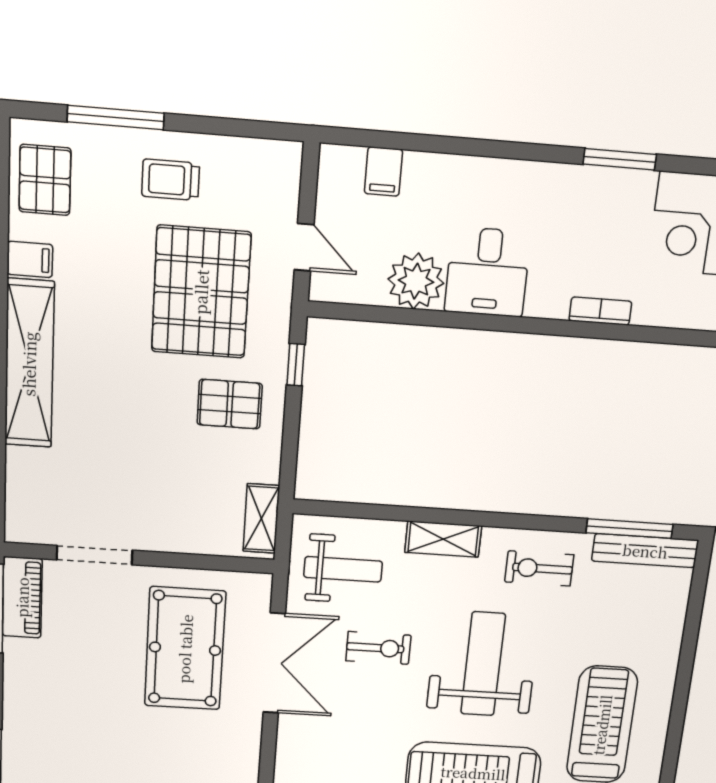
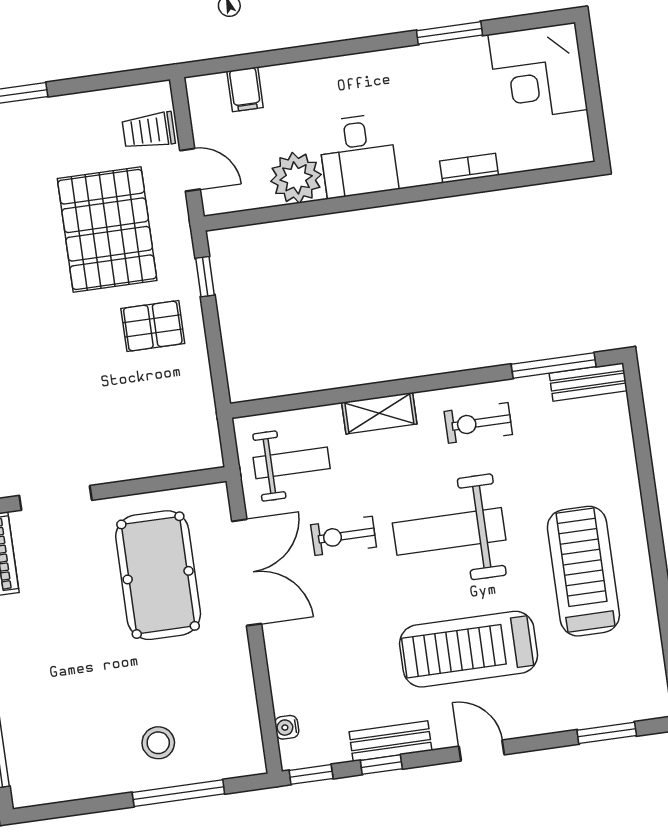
trolley: (171, 180) -> (149, 131), moved
shelving: (261, 518) -> (204, 429), removed
bench: (645, 551) -> (588, 382), width x0.73
exercise bike: (378, 648) -> (344, 536), turned 180
weight bench: (483, 664) -> (449, 531), turned -90

